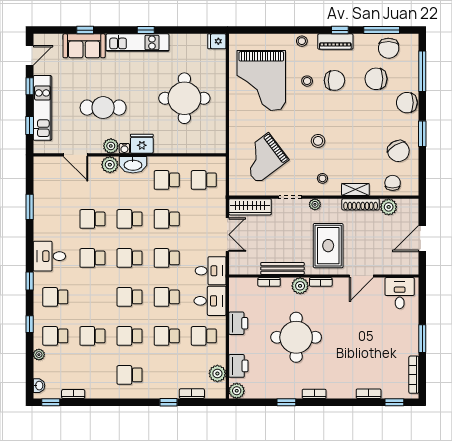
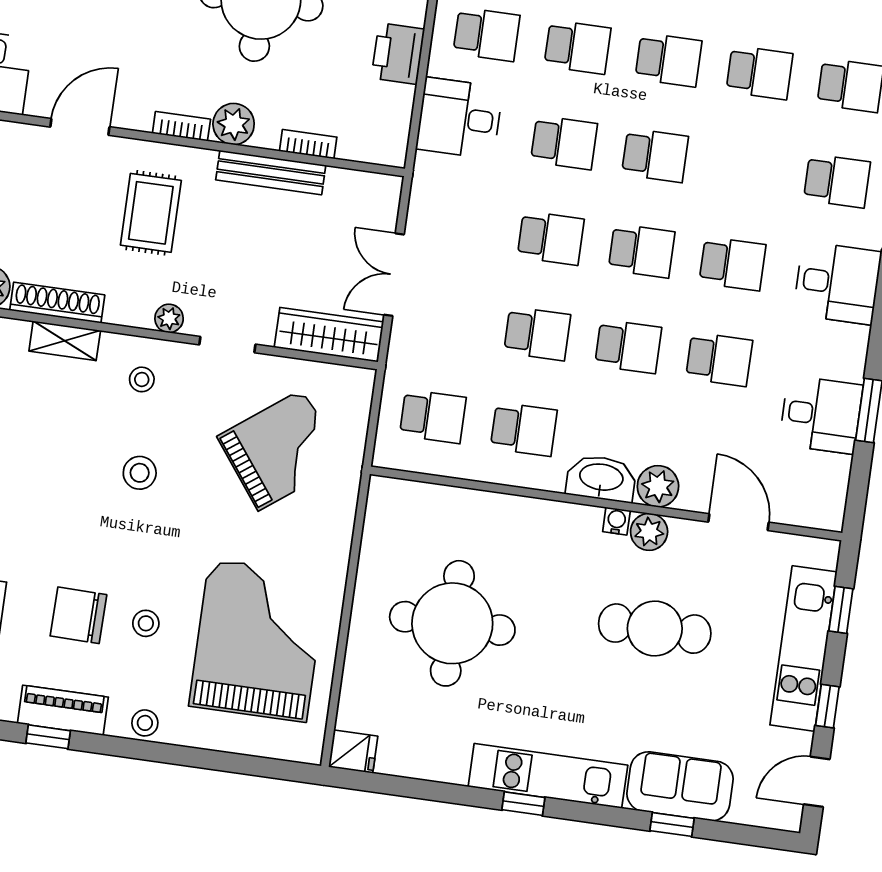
fridge: (142, 144) -> (572, 527), removed
rug: (328, 246) -> (151, 213), width x0.73, depth x0.70
desk: (211, 271) -> (821, 415), moved, turned 180

